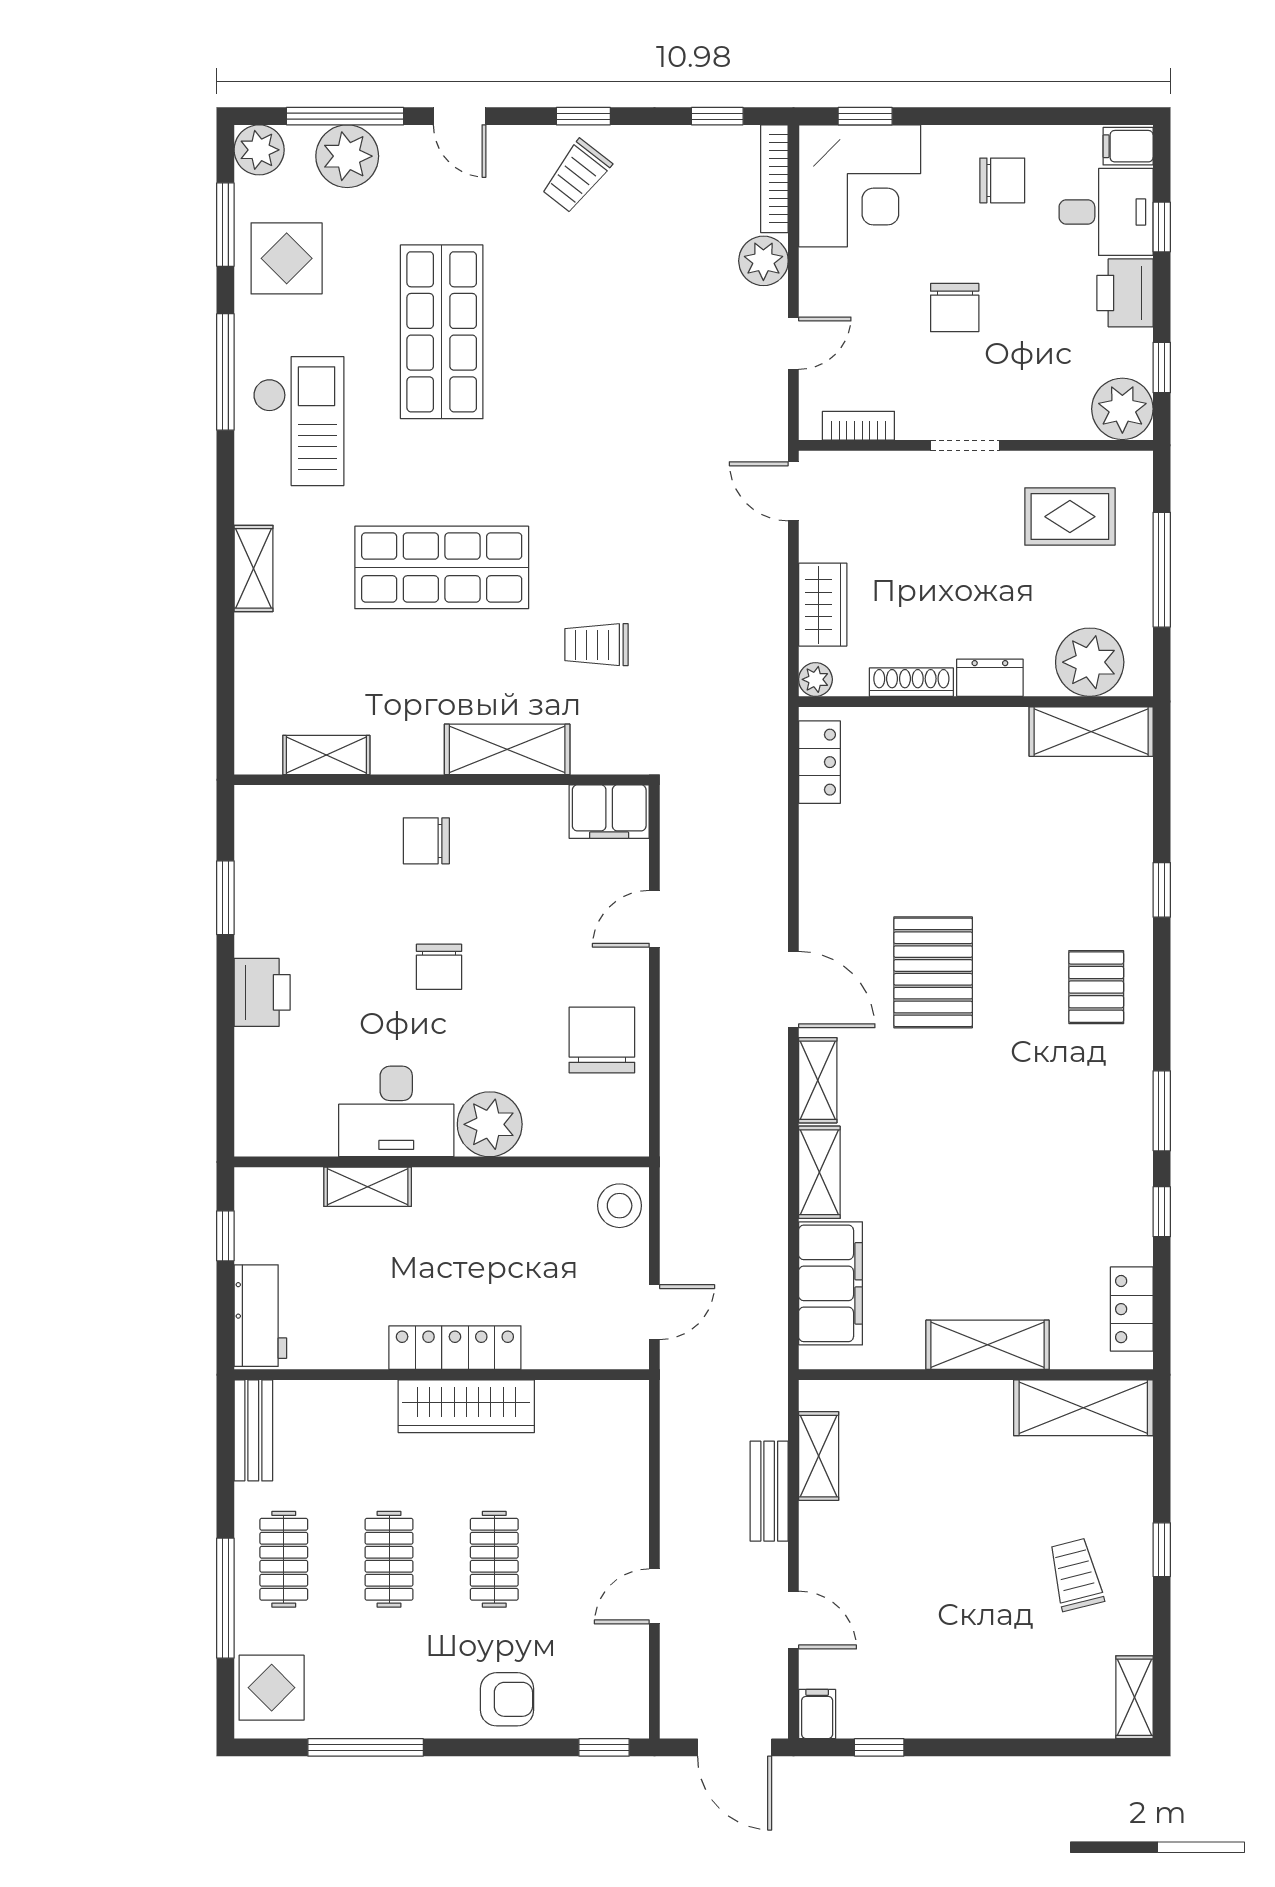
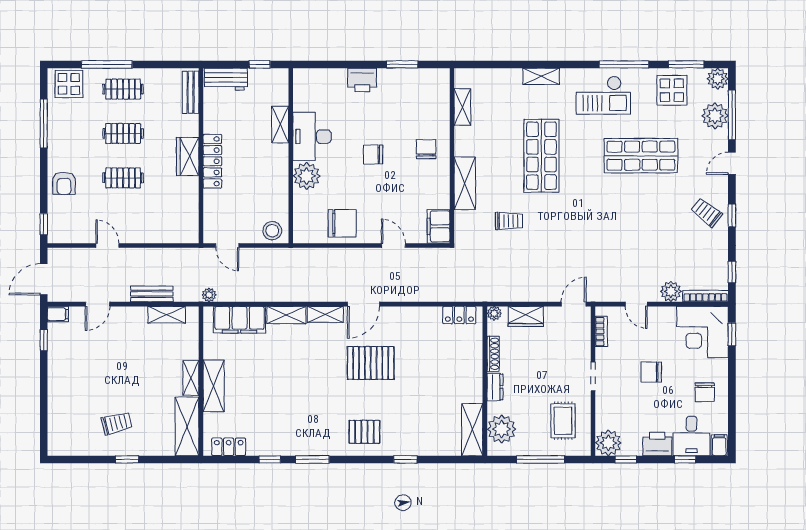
trolley: (596, 645) -> (509, 221), turned 90
plant: (772, 1355) -> (209, 295), added
wardrobe: (466, 1406) -> (188, 157), width x0.67
bench: (253, 1430) -> (191, 92), moved, turned 90
shelving: (1134, 1697) -> (191, 378), moved, turned 90

